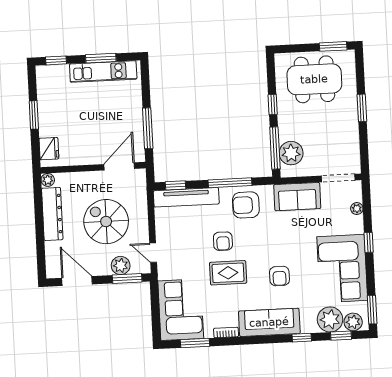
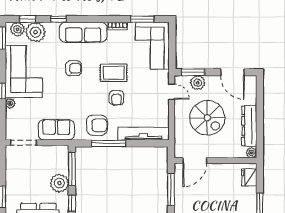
plant: (291, 153) -> (59, 183), moved
window: (176, 185) -> (151, 143), removed
plant: (357, 209) -> (10, 103), moved
armchair: (223, 241) -> (116, 98), turned 180
armchair: (279, 276) -> (73, 68), turned 90

